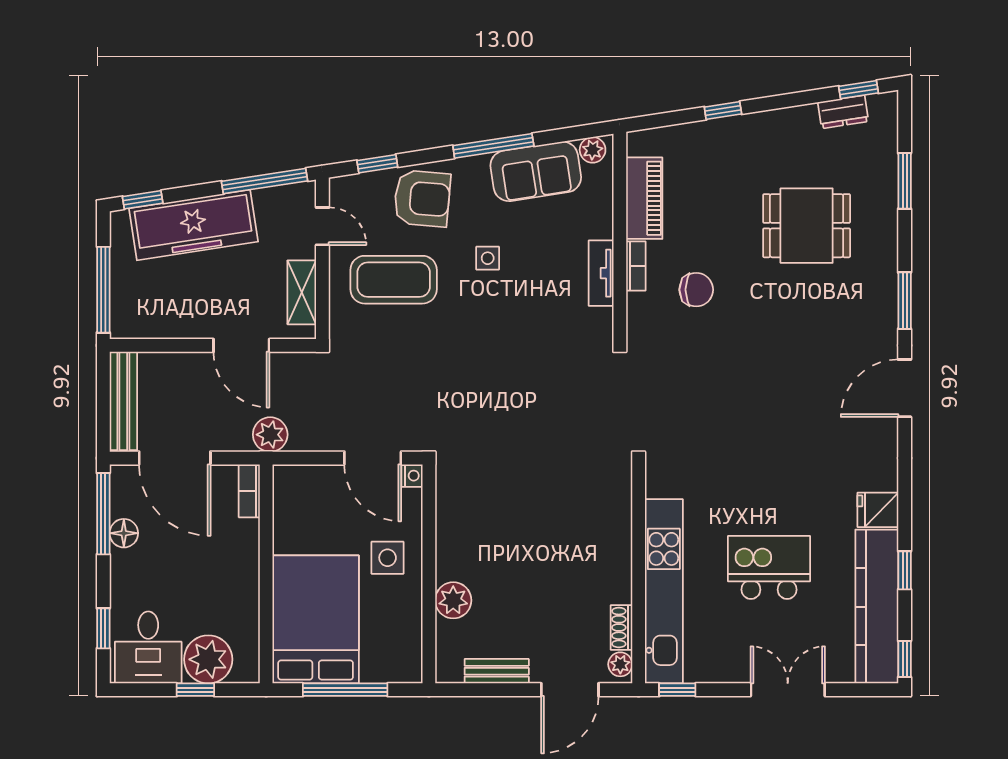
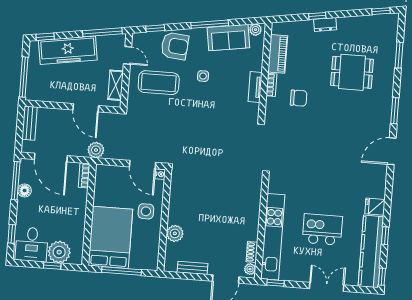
dresser: (843, 112) -> (325, 25), moved
bench: (123, 401) -> (30, 123), width x0.73

